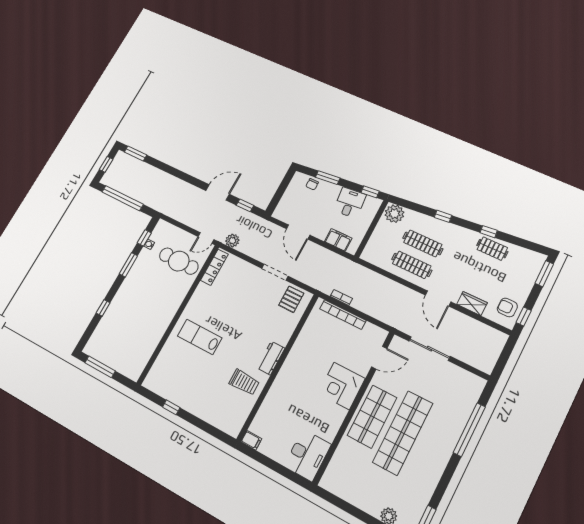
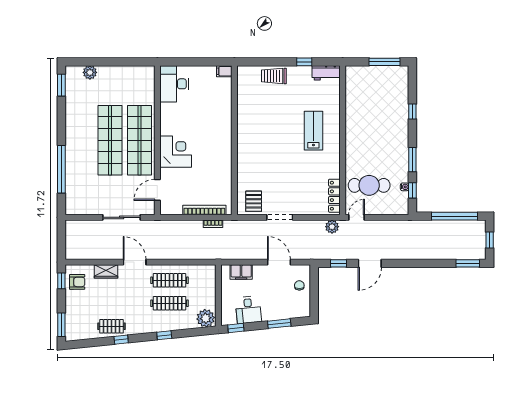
chair: (312, 184) -> (299, 285), moved
lab bench: (200, 337) -> (313, 131), turned -90
workbench: (271, 358) -> (326, 73), moved, turned 90
trolley: (244, 382) -> (274, 76), moved
shop shelf: (372, 417) -> (140, 140), width x1.40

